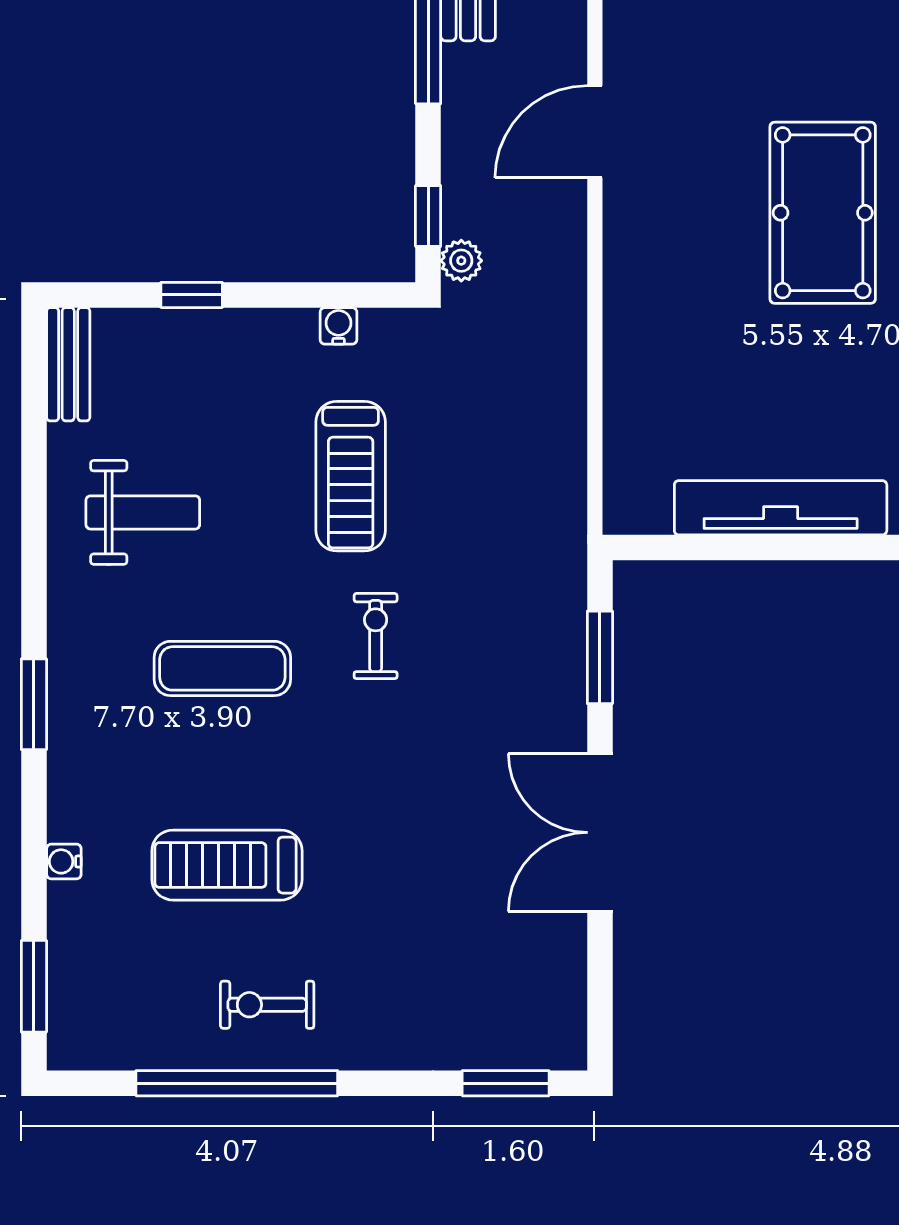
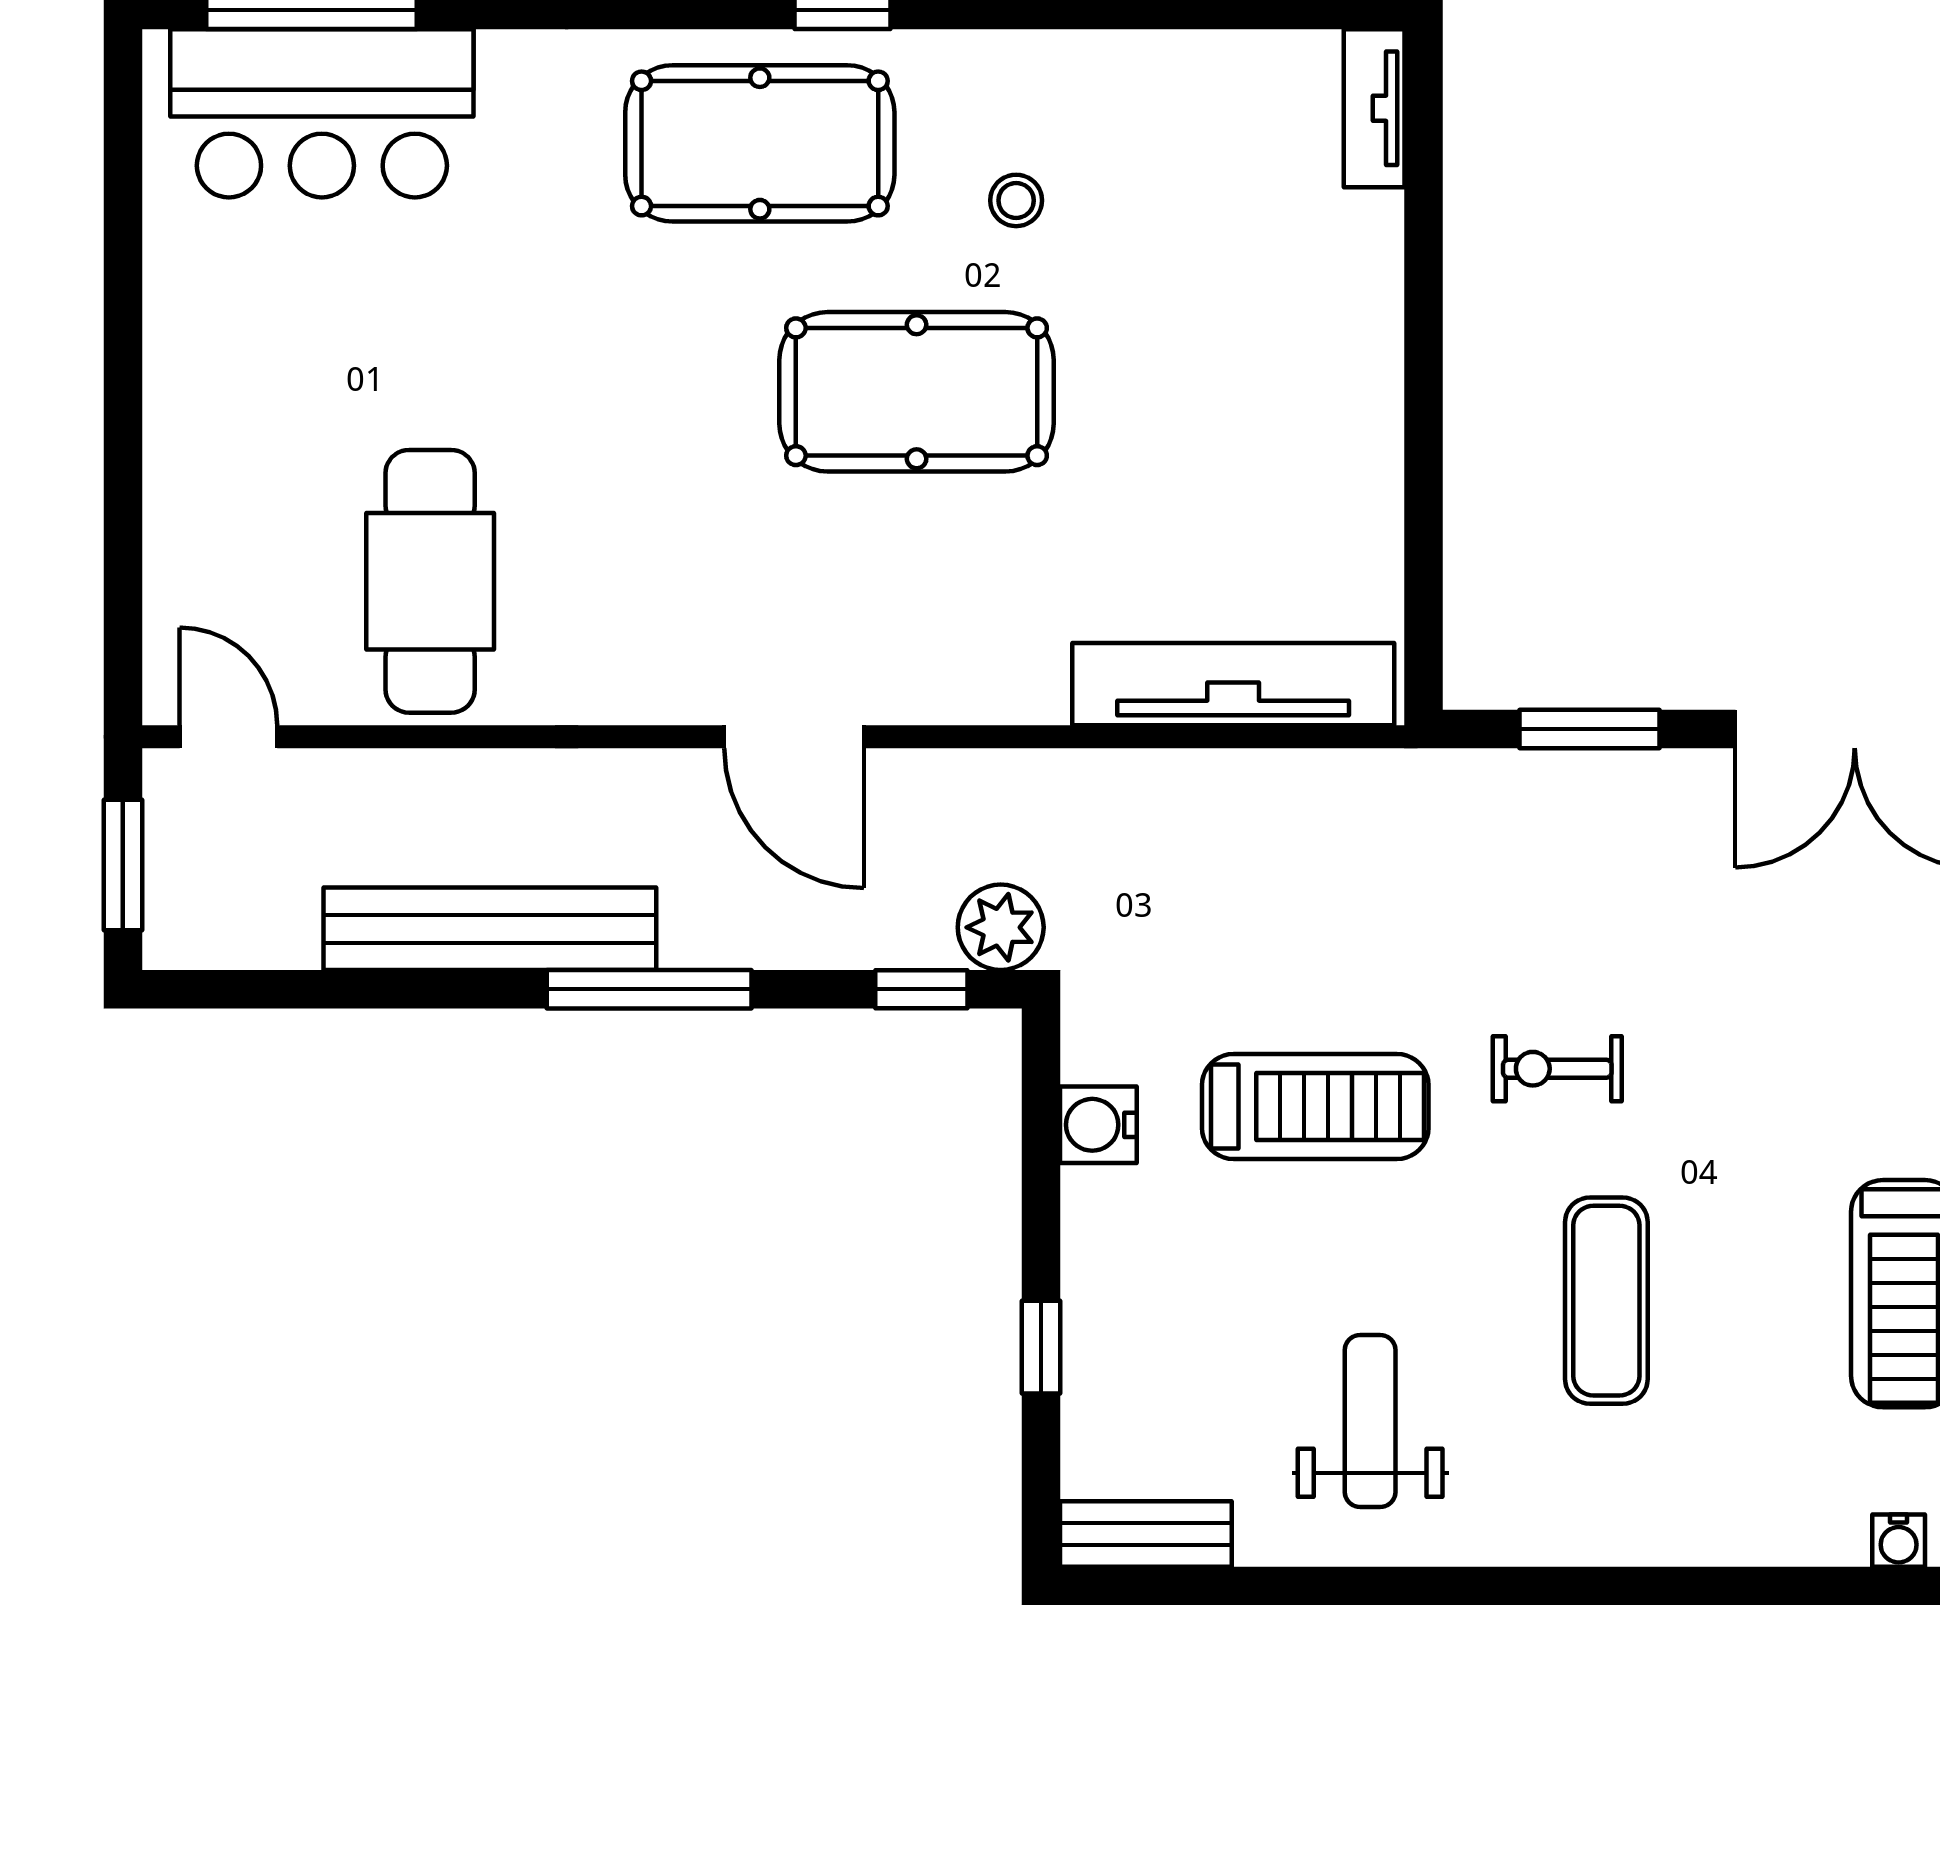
plant: (461, 261) -> (1001, 927), width x1.38, depth x1.38
water cooler: (339, 326) -> (1098, 1125), width x1.38, depth x1.38
tv unit: (781, 508) -> (1233, 684), moved, turned 90
window: (34, 704) -> (1661, 1586), removed

